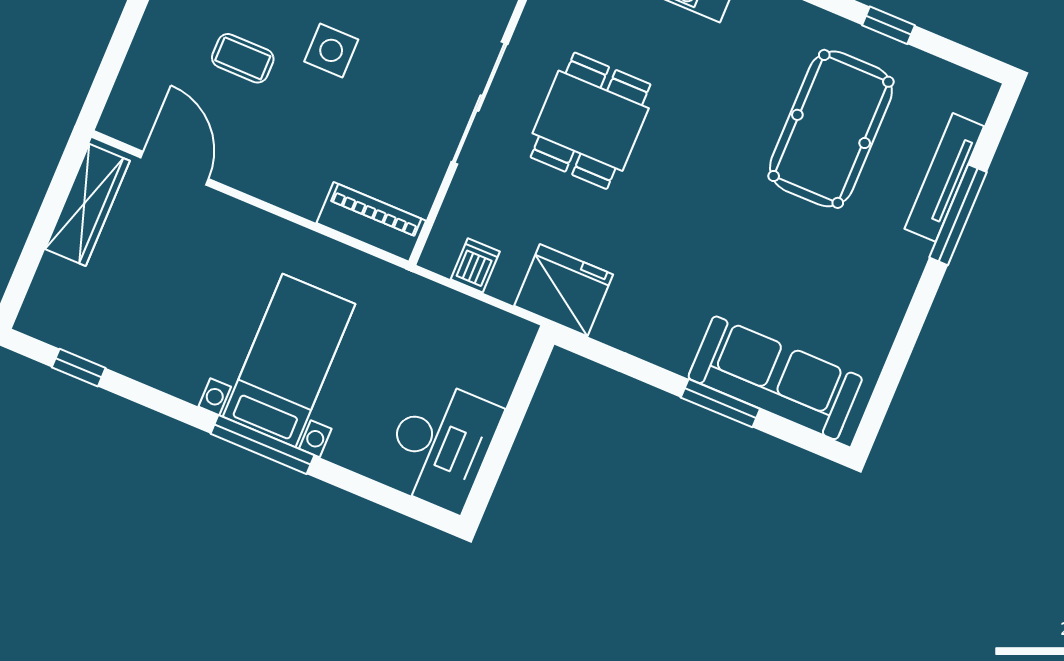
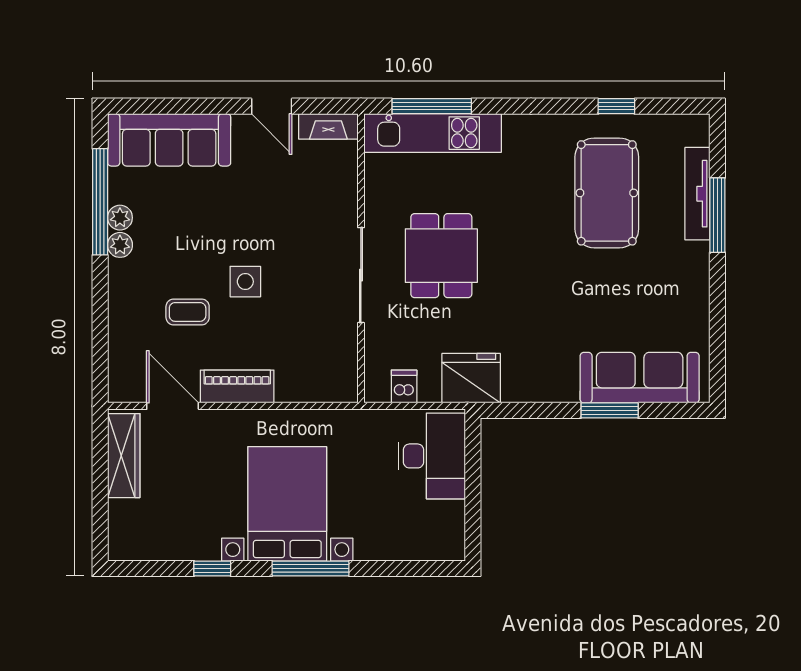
piano: (371, 222) -> (237, 386), moved
bed with nightstands: (289, 360) -> (287, 504), width x1.36
window: (79, 368) -> (212, 568), moved
desk: (441, 445) -> (432, 456), moved

